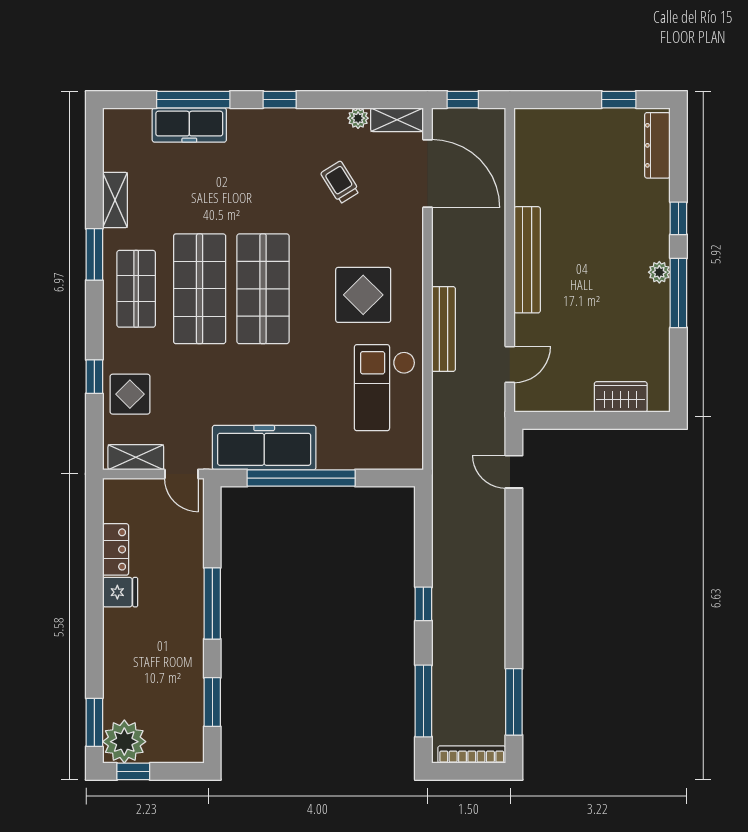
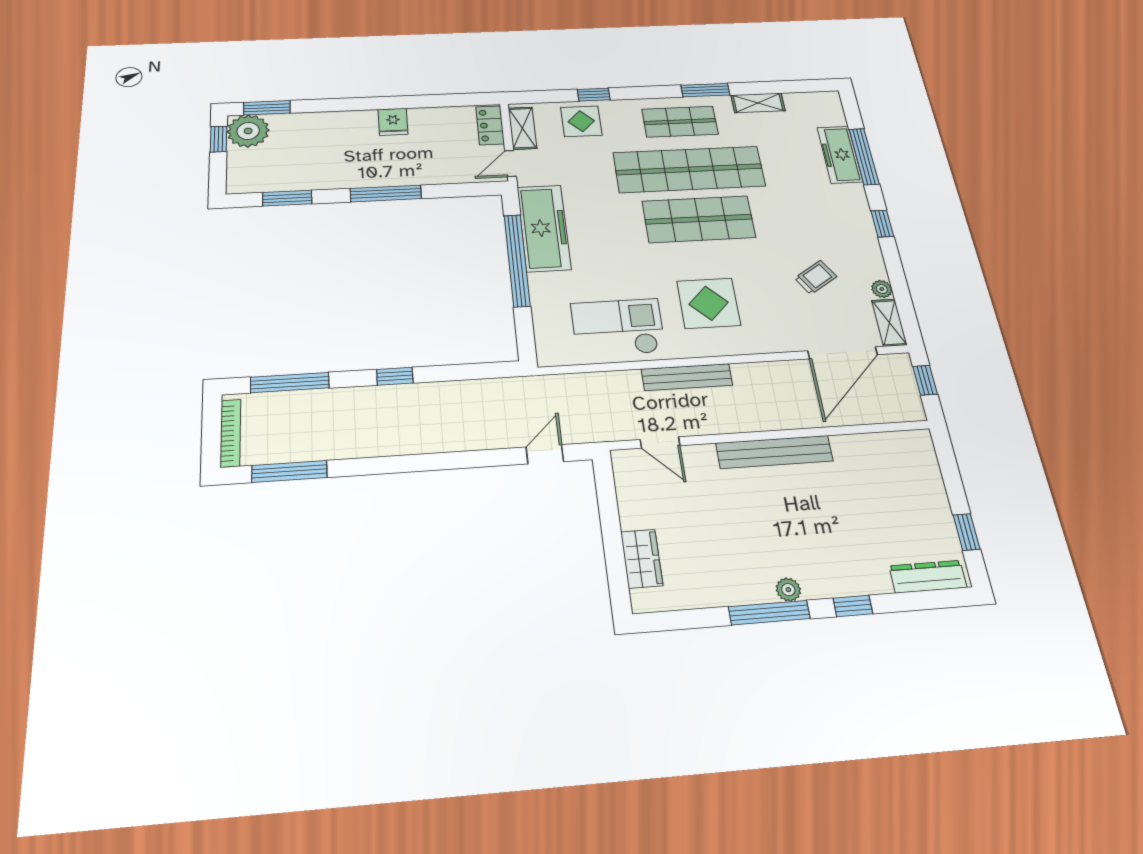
shop shelf: (200, 289) -> (689, 169), width x1.40
locker: (116, 549) -> (490, 125), moved, turned 90

